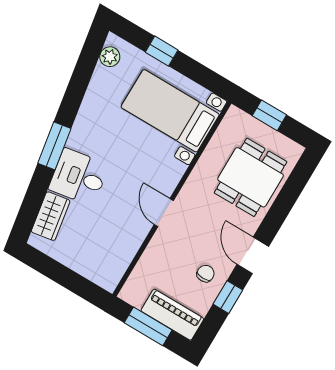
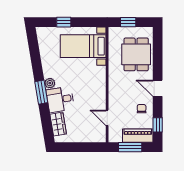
plant: (110, 57) -> (50, 83), moved
door: (164, 213) -> (107, 118), moved
window: (228, 297) -> (158, 125), moved

